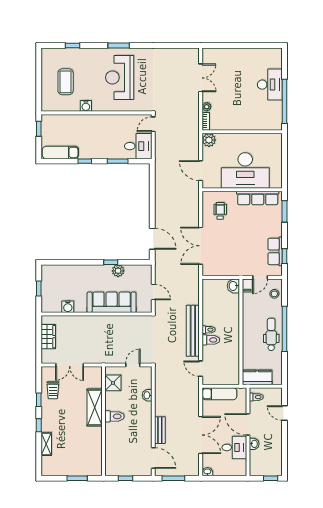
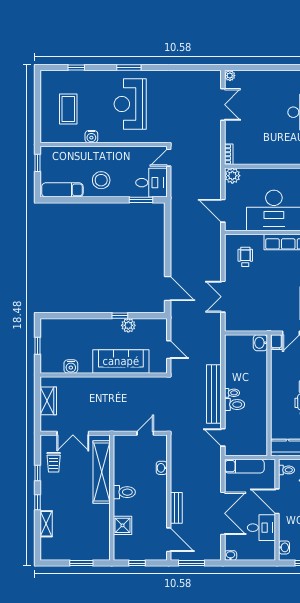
plant: (207, 107) -> (230, 76), moved
stool: (94, 144) -> (101, 180), added
window: (85, 161) -> (90, 200), removed
window: (118, 161) -> (141, 200), moved
double door: (201, 246) -> (223, 297), width x0.73
shower: (113, 383) -> (123, 525), moved
shelving: (95, 408) -> (102, 472), width x1.47
washbasin: (254, 444) -> (284, 547), moved

